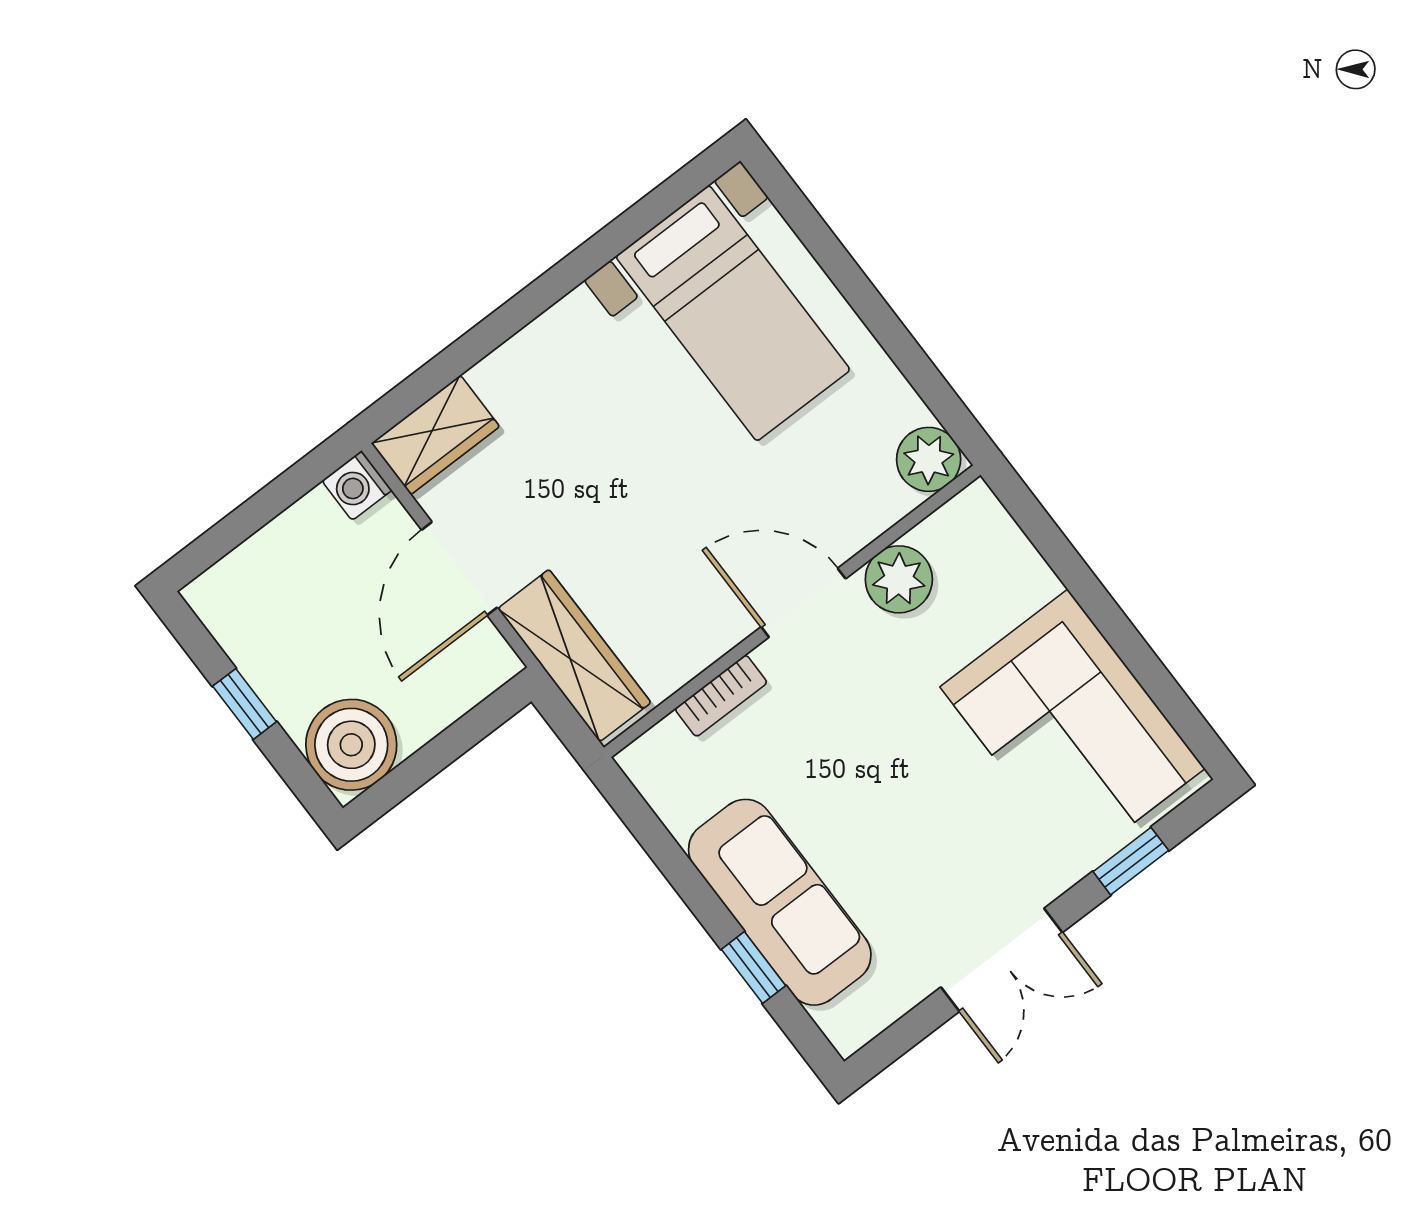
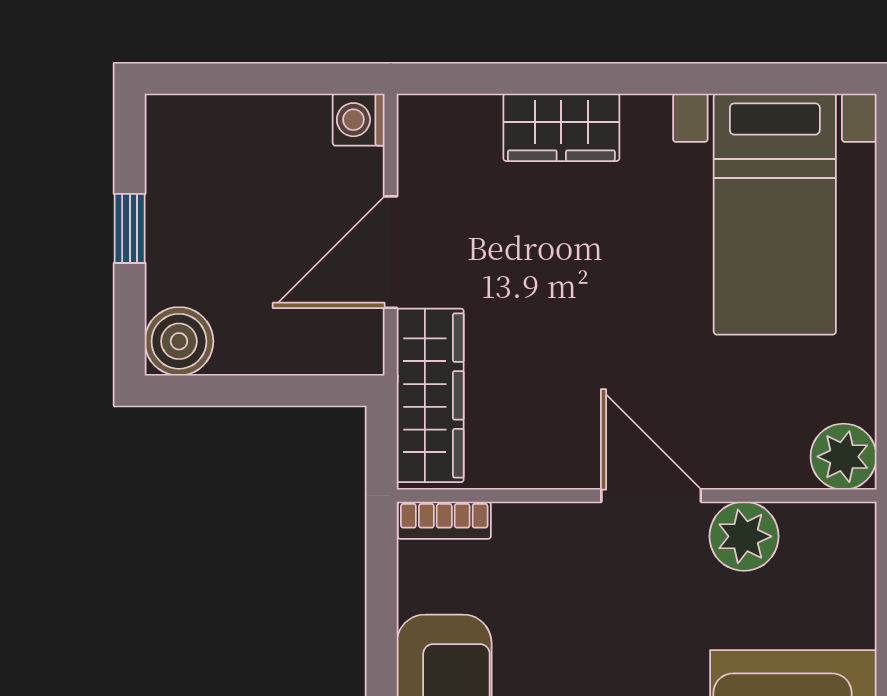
wardrobe: (435, 435) -> (561, 127), moved
bookcase: (721, 696) -> (444, 520), moved
boiler: (351, 745) -> (179, 341), width x0.73, depth x0.73

